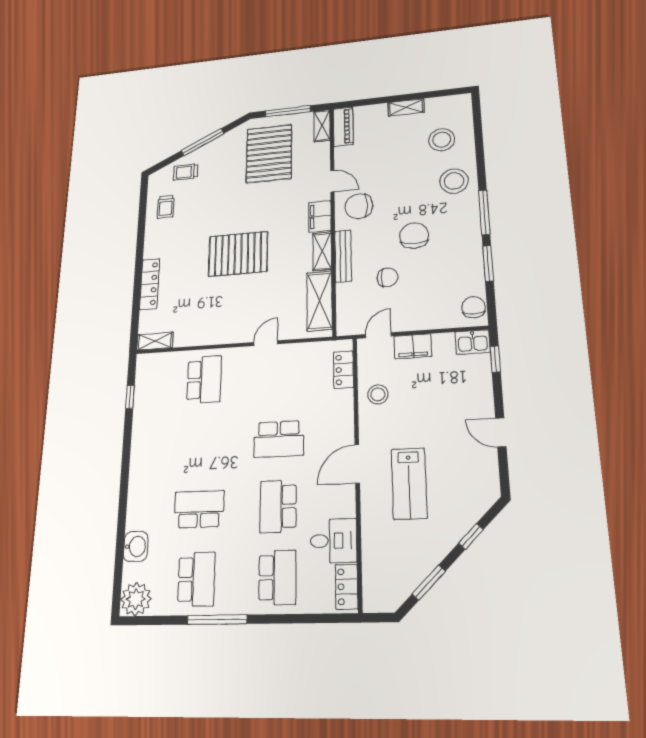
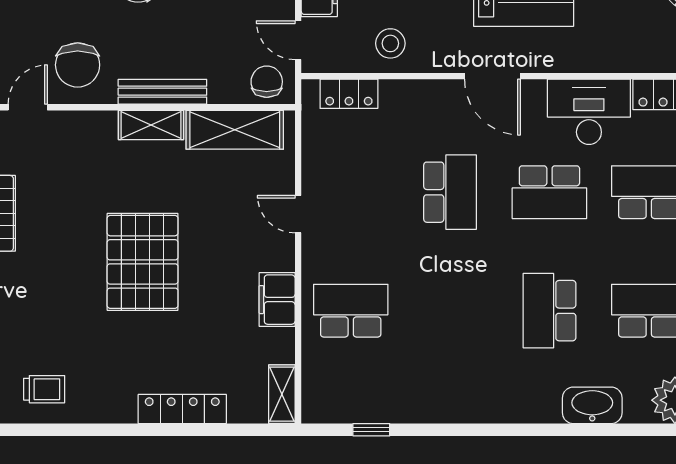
filing cabinet: (320, 216) -> (277, 300), moved, turned 90
chair: (387, 277) -> (267, 82), moved
desk: (334, 541) -> (589, 112), width x1.37
washbasin: (136, 546) -> (592, 405), width x1.38

